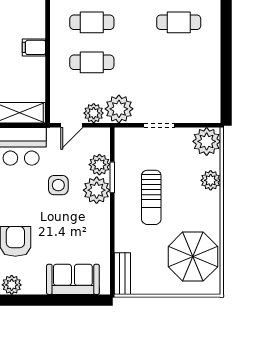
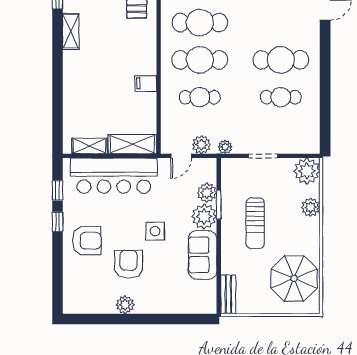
cafe table: (92, 22) -> (200, 60), width x1.37, depth x1.35
cafe table: (179, 22) -> (281, 60), width x1.37, depth x1.35
cafe table: (179, 62) -> (281, 97), added
plant: (119, 109) -> (225, 147), width x0.53, depth x0.53
side table: (58, 185) -> (155, 231), moved
sofa: (73, 279) -> (203, 255), moved, turned -90

